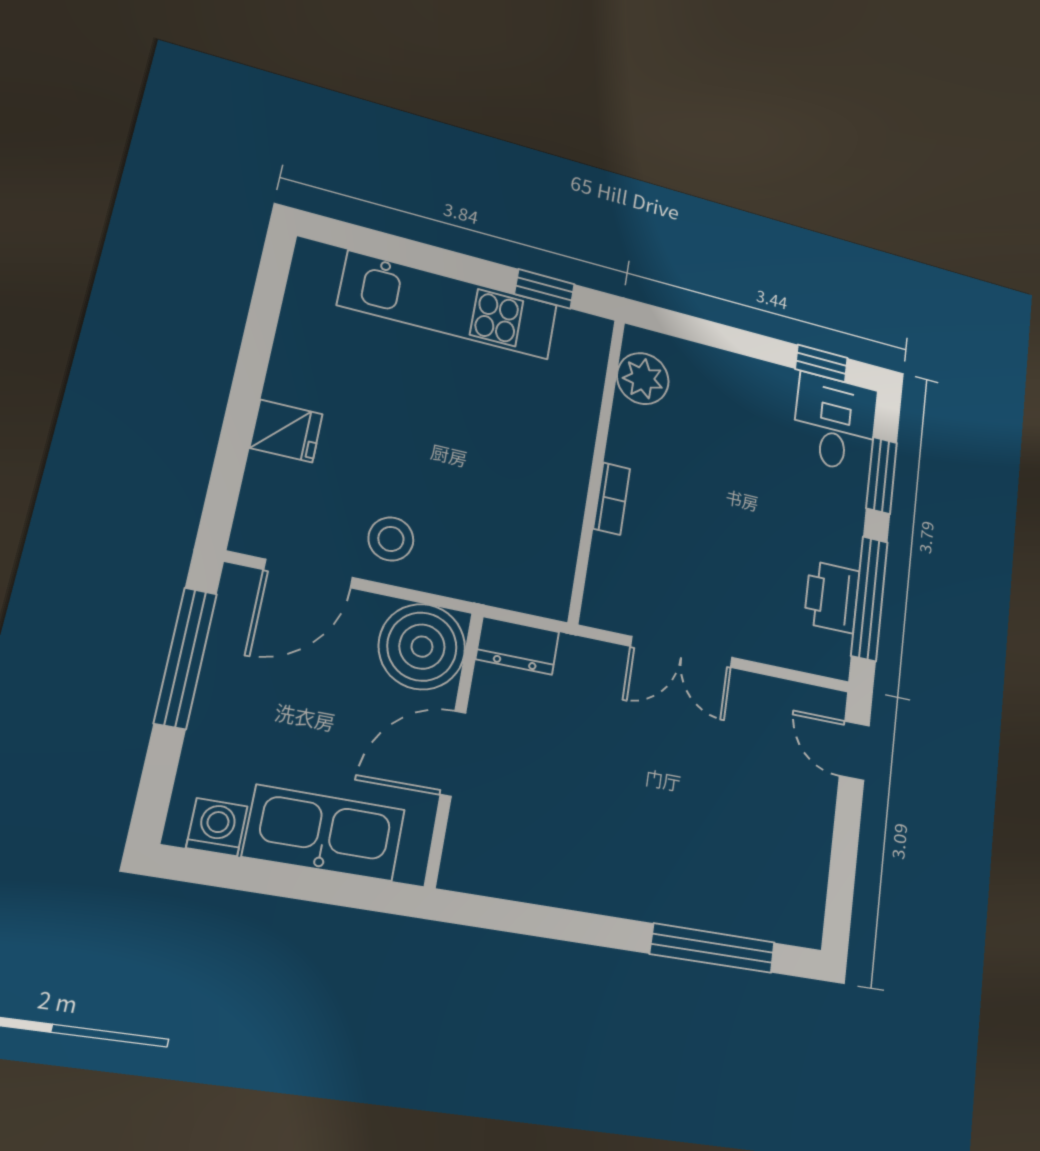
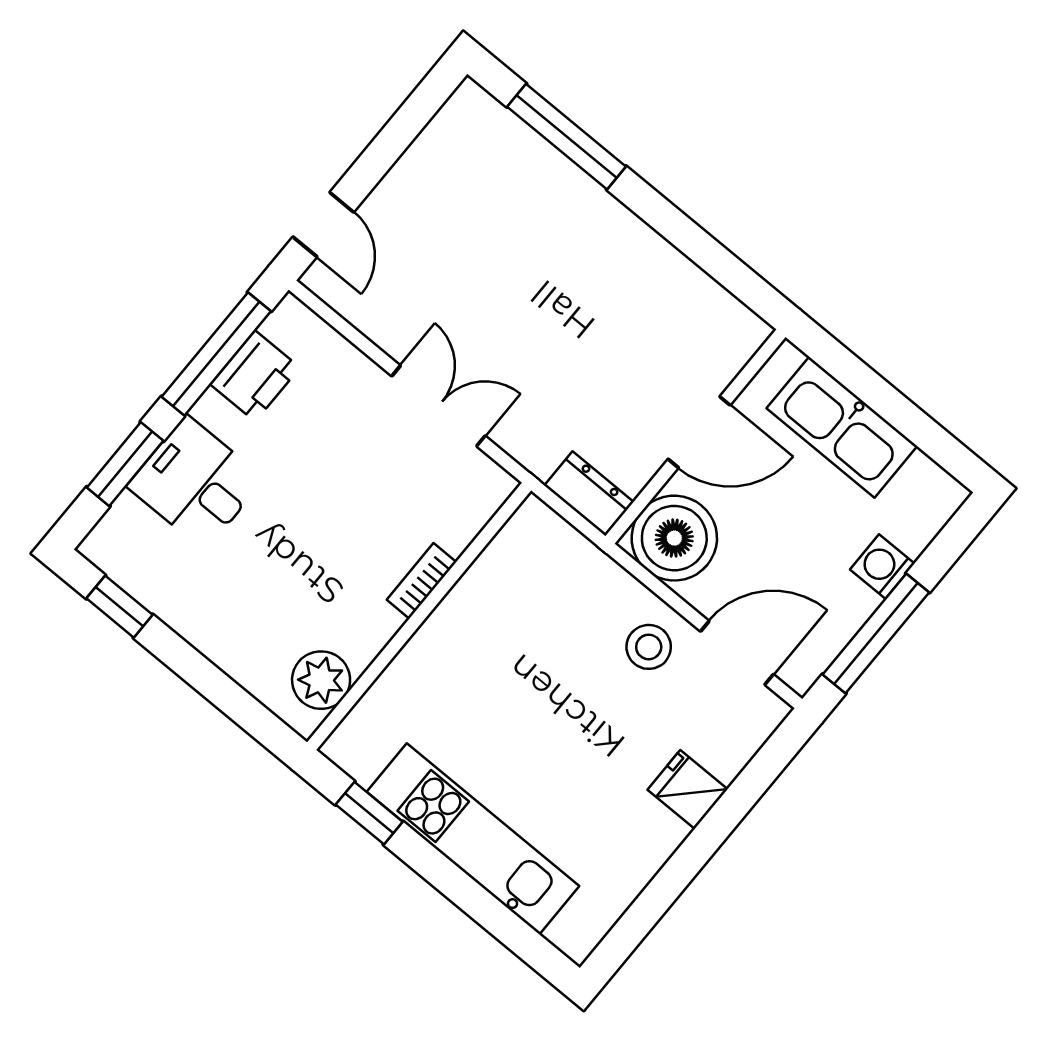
desk: (835, 423) -> (196, 483), moved, turned 90
washing machine: (217, 827) -> (882, 567), moved, turned 90

